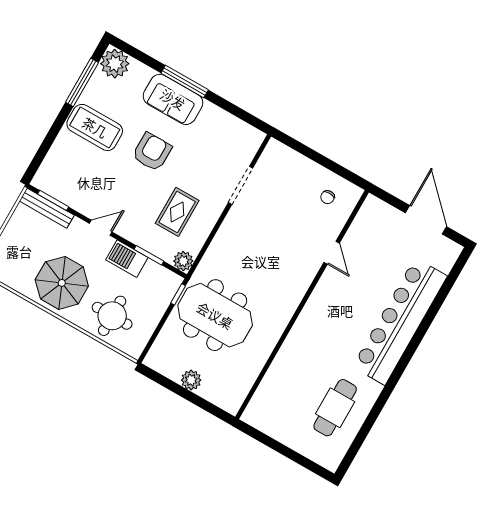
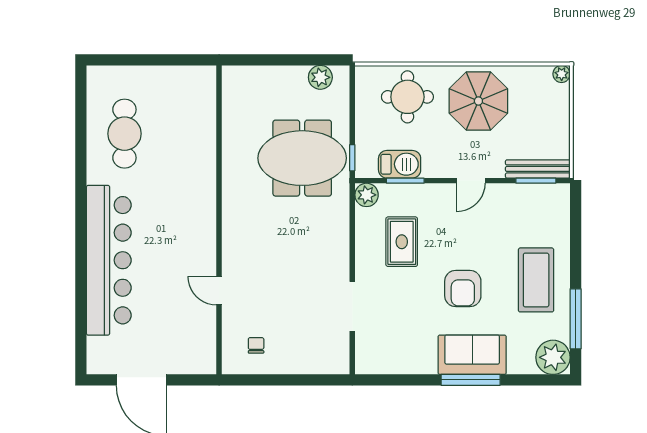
coffee table: (95, 127) -> (536, 280), turned 90
barbecue: (127, 259) -> (400, 164), moved
plant: (191, 380) -> (320, 77), moved

